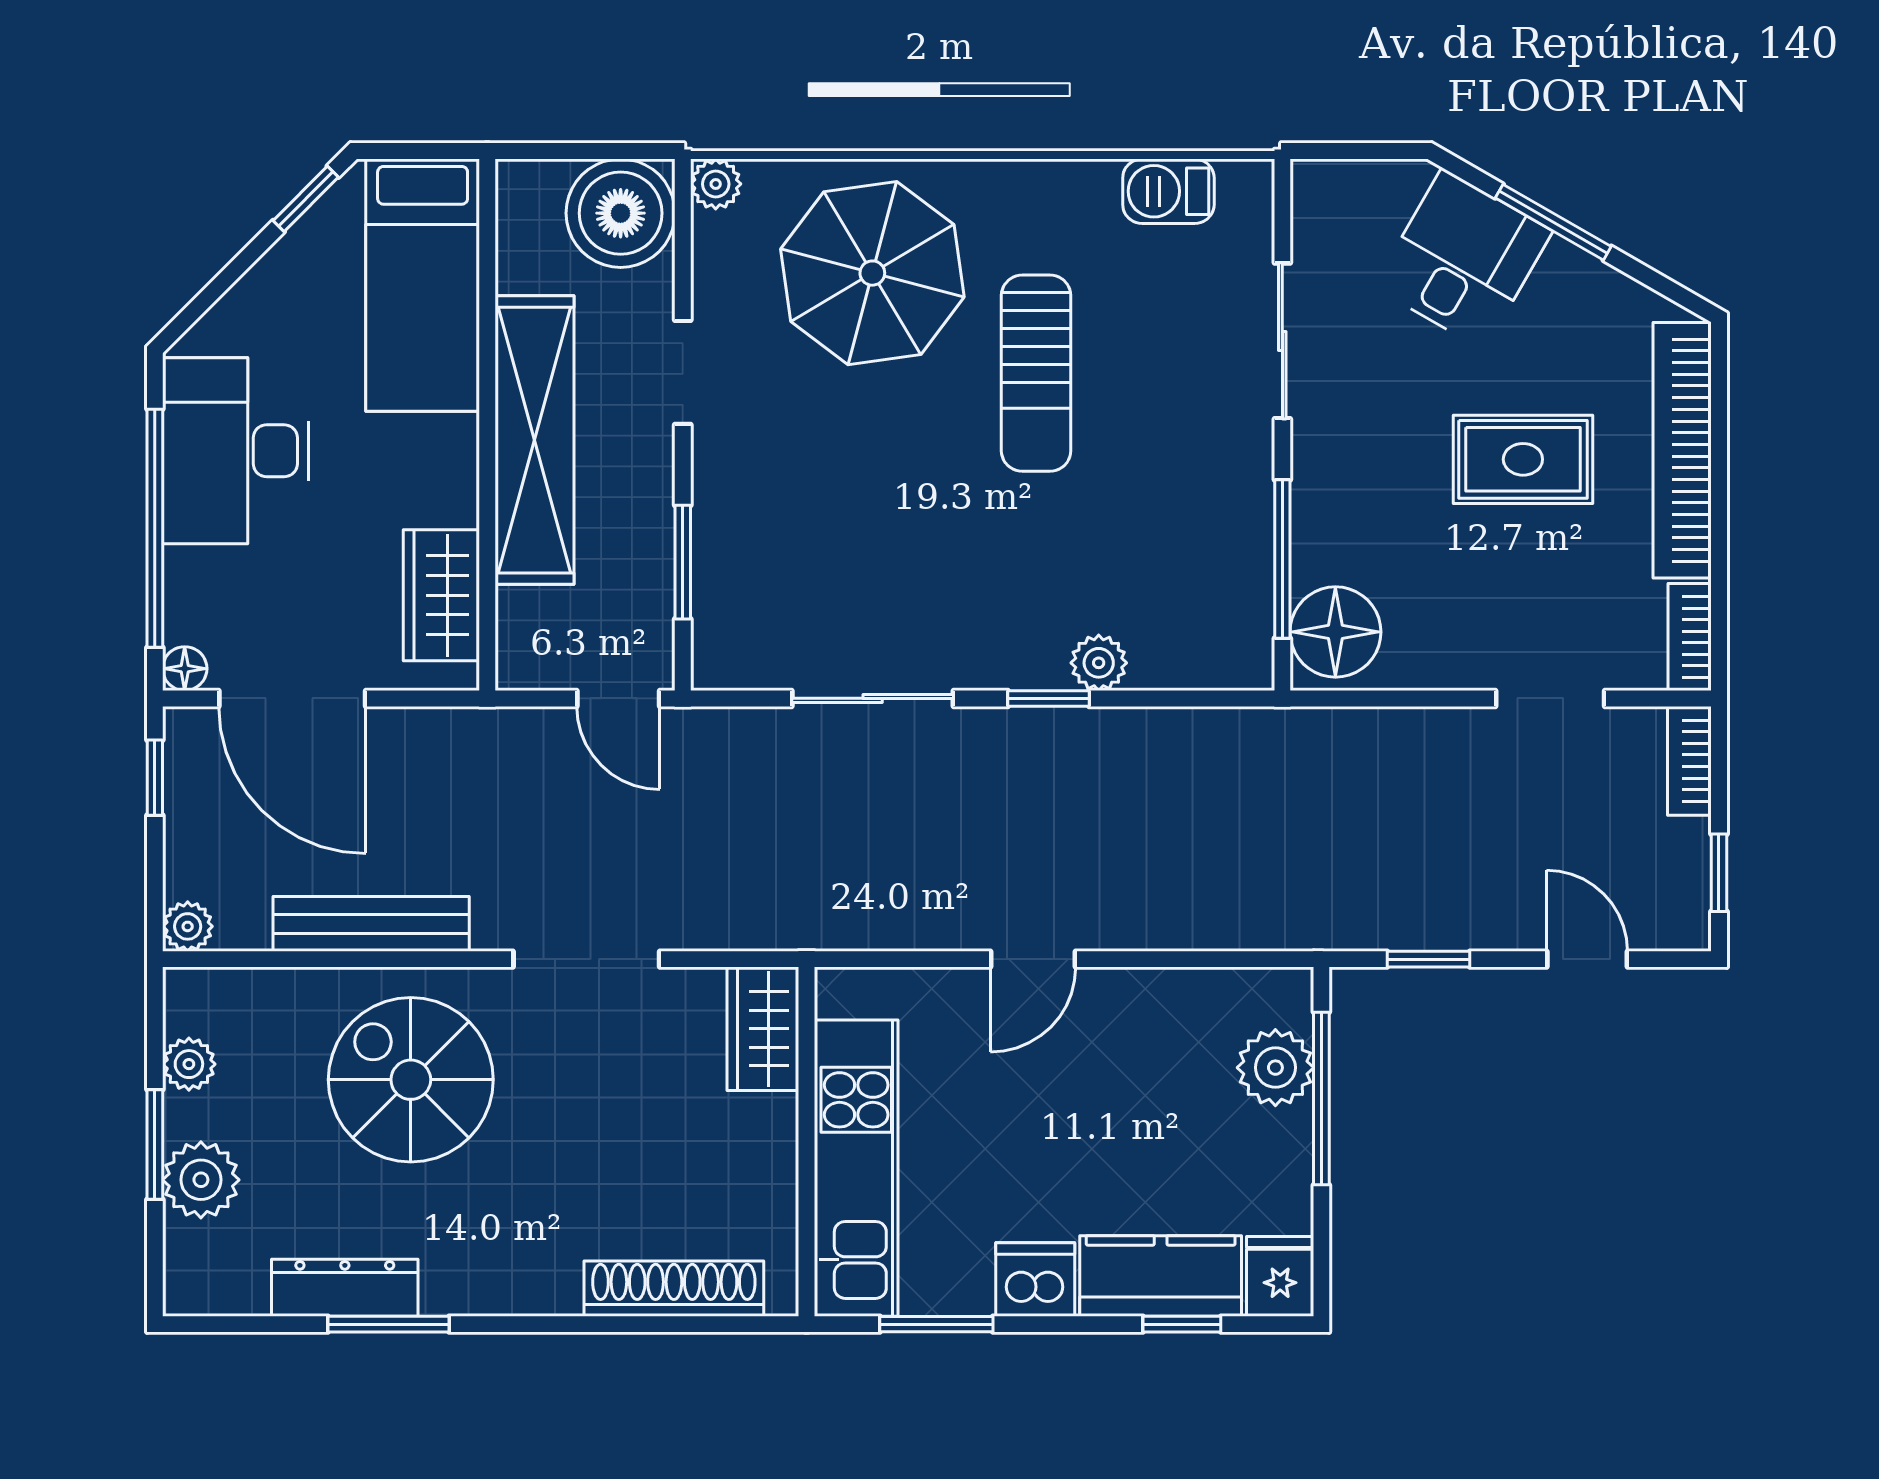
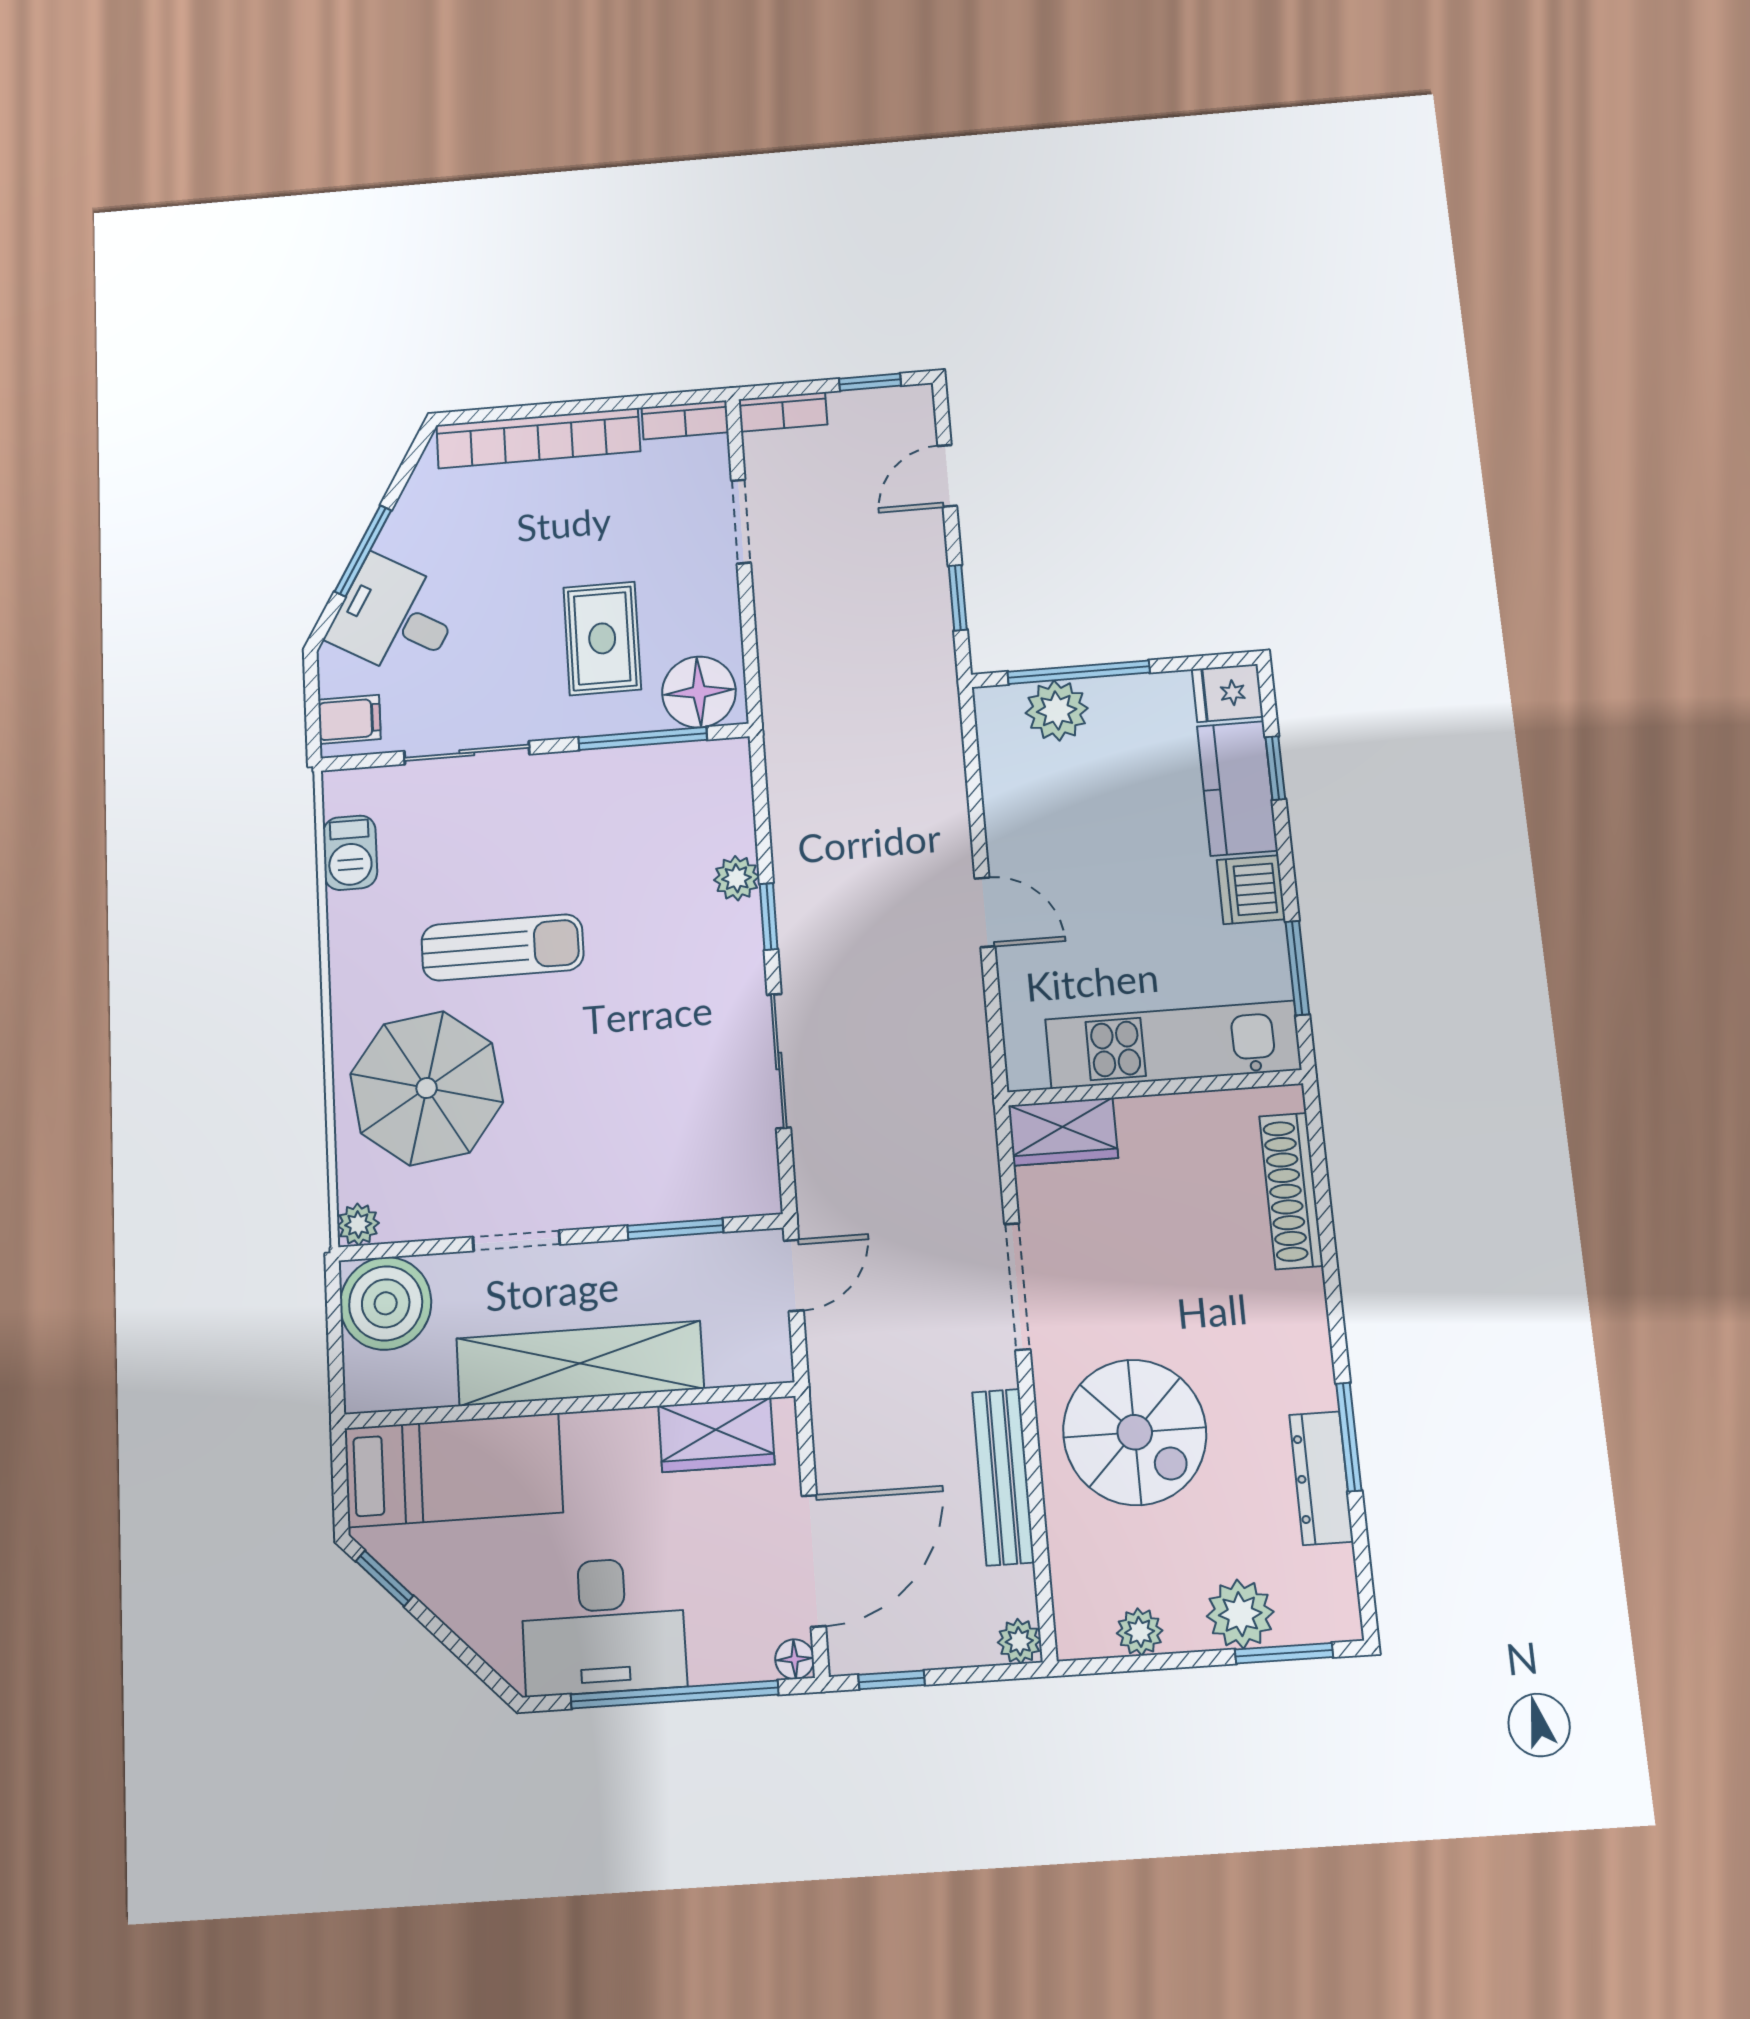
filing cabinet: (1337, 197) -> (349, 719), added
rug: (1523, 459) -> (602, 638), moved
spiral stairs: (411, 1080) -> (1135, 1432), turned -90
window: (155, 1144) -> (1284, 1653), moved

